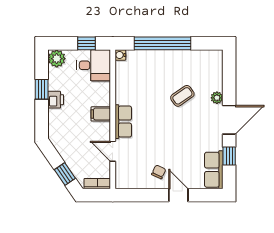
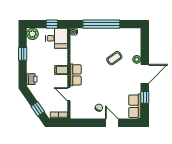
printer: (56, 100) -> (32, 79), moved

